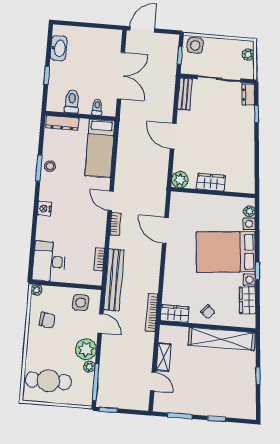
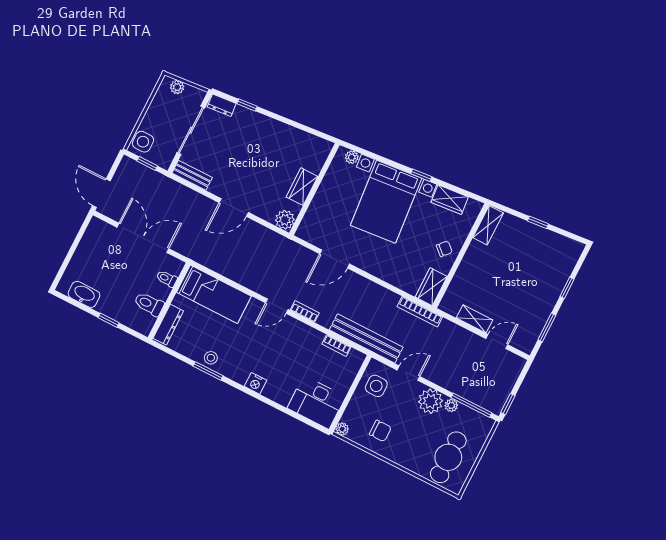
chair: (47, 320) -> (380, 431), turned 82
shelving: (222, 339) -> (488, 225), width x0.45, depth x0.75

